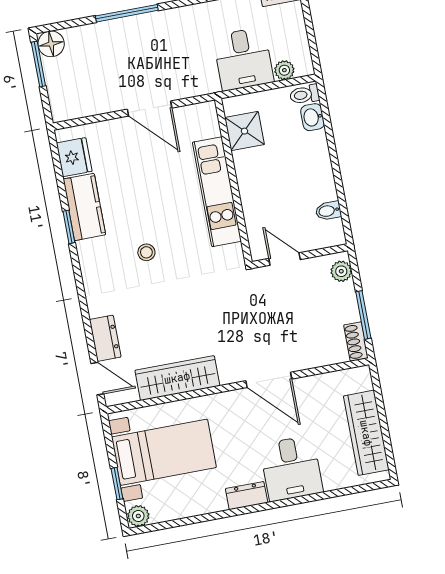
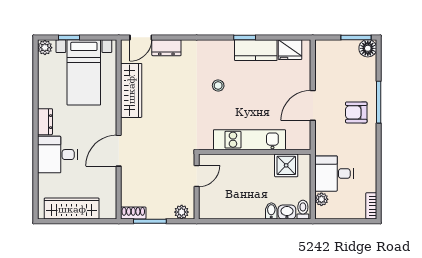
armchair: (148, 43) -> (356, 112), added
bidet: (328, 211) -> (271, 211), moved

